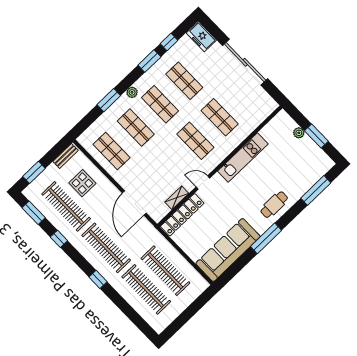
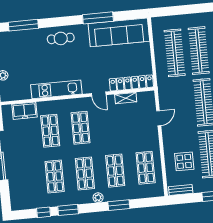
freezer: (201, 37) -> (25, 111), moved, turned 90
door: (134, 203) -> (159, 118), width x0.53
window: (266, 238) -> (98, 18), moved

